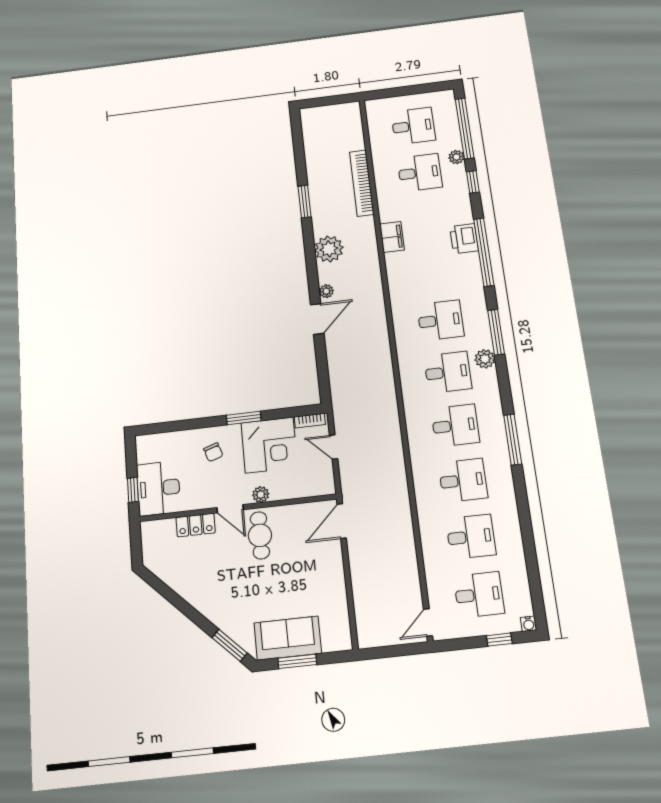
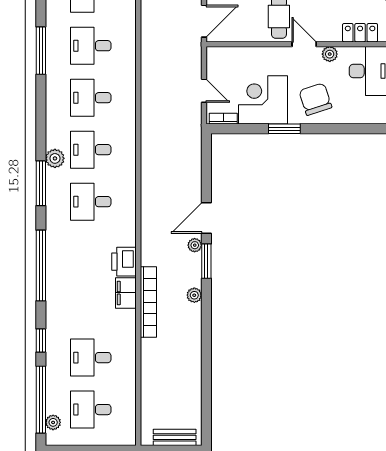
bench: (327, 112) -> (175, 437), added
plant: (456, 157) -> (53, 422), moved
bookcase: (362, 183) -> (148, 302), moved
window: (304, 201) -> (206, 261), moved
printer: (464, 239) -> (124, 262), moved, turned 180
plant: (329, 249) -> (194, 295), width x0.53, depth x0.53
window: (513, 439) -> (41, 51), moved
chair: (213, 452) -> (315, 99), width x1.87, depth x1.87
plant: (261, 495) -> (330, 54), moved
locker: (196, 525) -> (360, 33), moved

